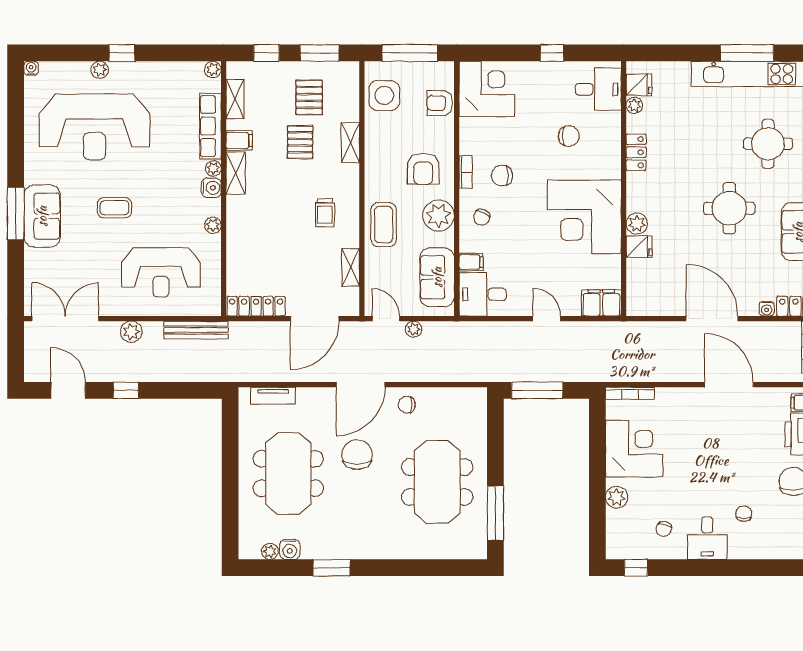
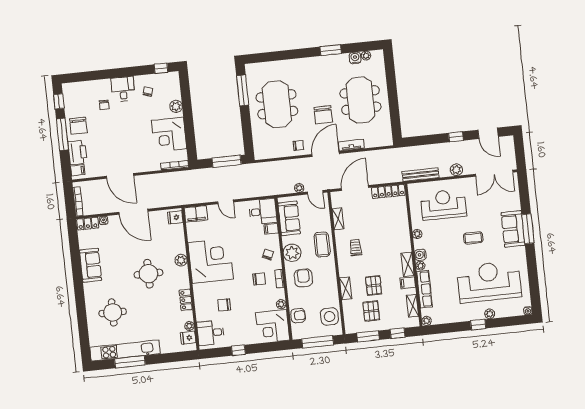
plant: (467, 127) -> (281, 304), added
round table: (729, 208) -> (148, 274), moved
fridge: (639, 247) -> (175, 217), moved
tv unit: (273, 396) -> (351, 145), moved

